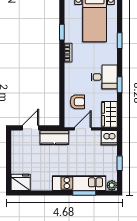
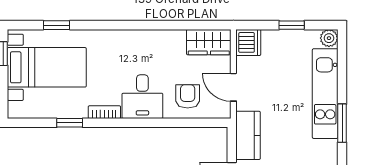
window: (120, 41) -> (57, 25), moved
desk: (104, 77) -> (142, 97), moved, turned 180
window: (120, 85) -> (159, 25), removed
window: (84, 193) -> (342, 123), moved

